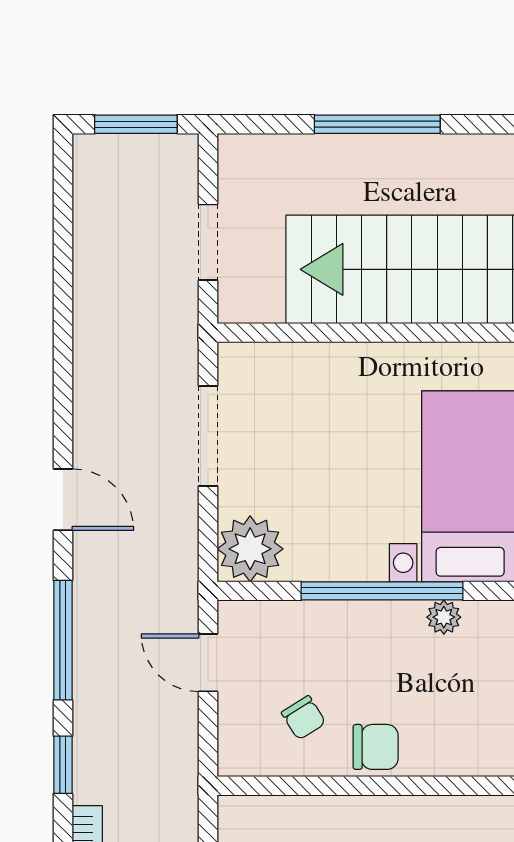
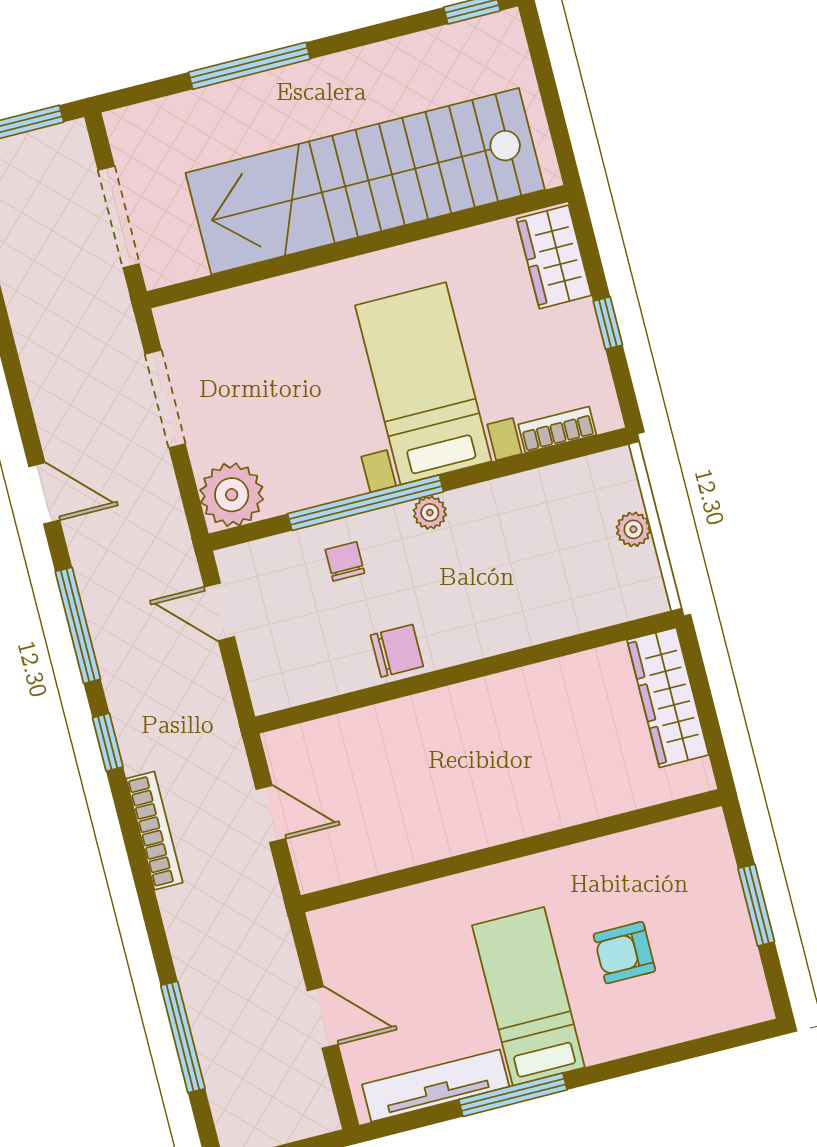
doorway: (208, 242) -> (119, 217), width x1.38
chair: (304, 718) -> (345, 561), moved, turned -148

